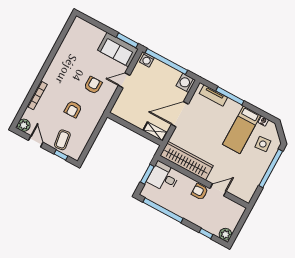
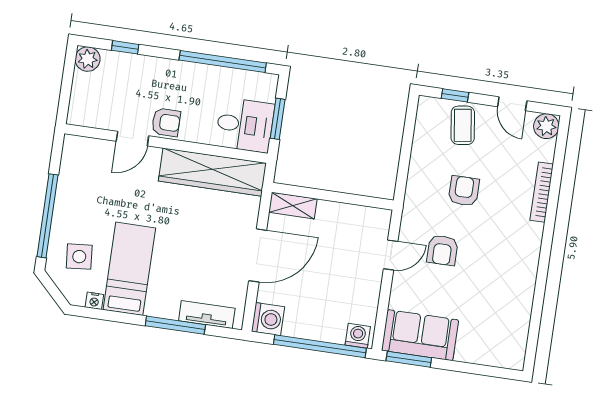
door: (124, 80) -> (391, 255), moved

